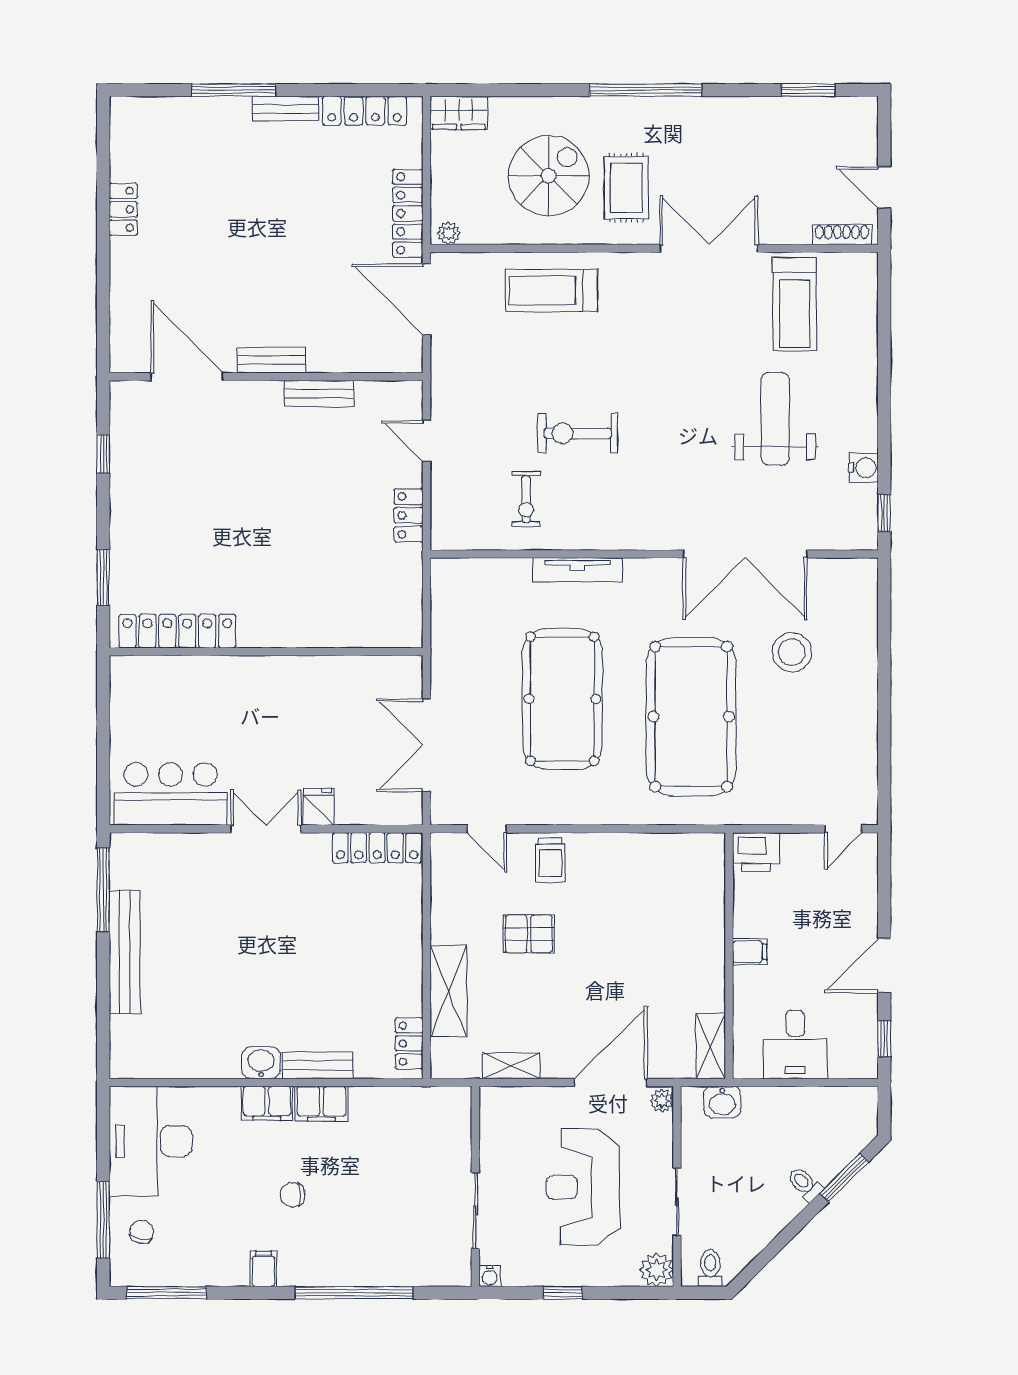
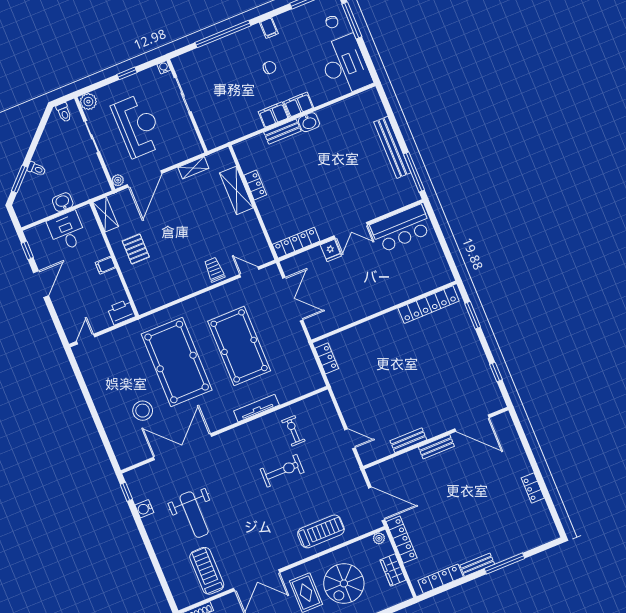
wardrobe: (459, 113) -> (393, 570), moved, turned -90
locker: (409, 515) -> (327, 358), moved
pallet: (529, 934) -> (136, 249), moved, turned 90
locker: (409, 1043) -> (255, 185), moved
washbasin: (722, 1102) -> (63, 202), moved

